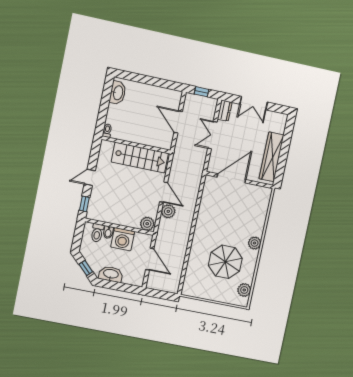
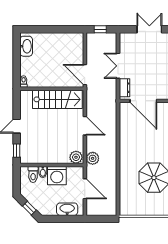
double door: (254, 103) -> (149, 29), swing flipped
dresser: (225, 111) -> (124, 88), moved
door: (178, 122) -> (85, 75), moved
door: (231, 178) -> (143, 101), swing flipped
plant: (168, 211) -> (93, 158), moved
washbasin: (111, 274) -> (67, 209), moved

